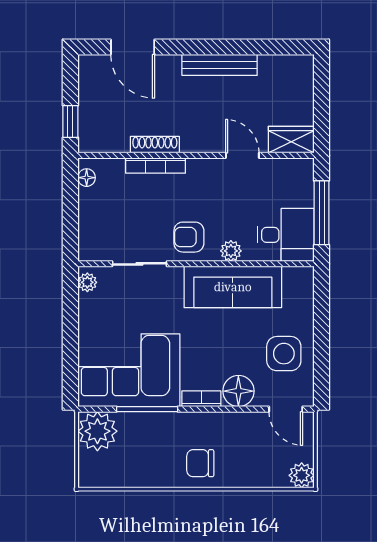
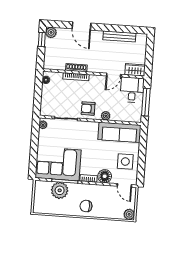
door: (133, 47) -> (81, 26), moved
bench: (220, 65) -> (119, 36), moved
plant: (91, 67) -> (51, 32), added
window: (70, 122) -> (42, 39), moved
door: (242, 155) -> (114, 75), swing flipped
desk: (286, 235) -> (132, 90), moved, turned -90
sofa: (233, 287) -> (119, 132), moved
plant: (97, 431) -> (60, 190), moved

